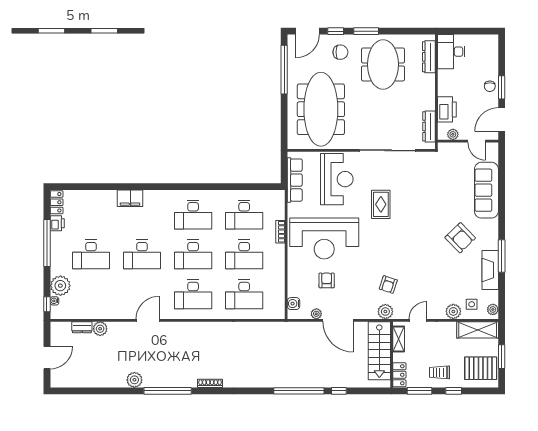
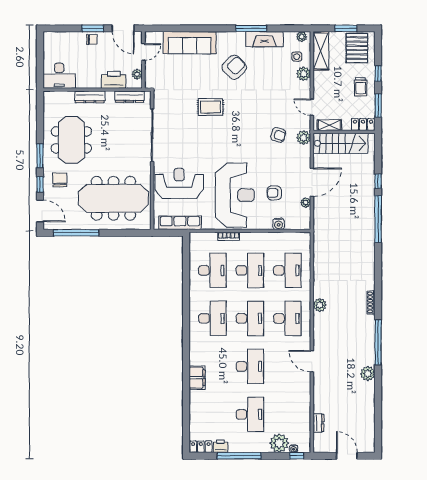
dresser: (429, 57) -> (90, 97), moved
meeting table: (383, 64) -> (71, 140), turned 90
rug: (381, 204) -> (211, 107), moved
water cooler: (294, 304) -> (279, 224), moved
plant: (100, 329) -> (320, 305), moved

